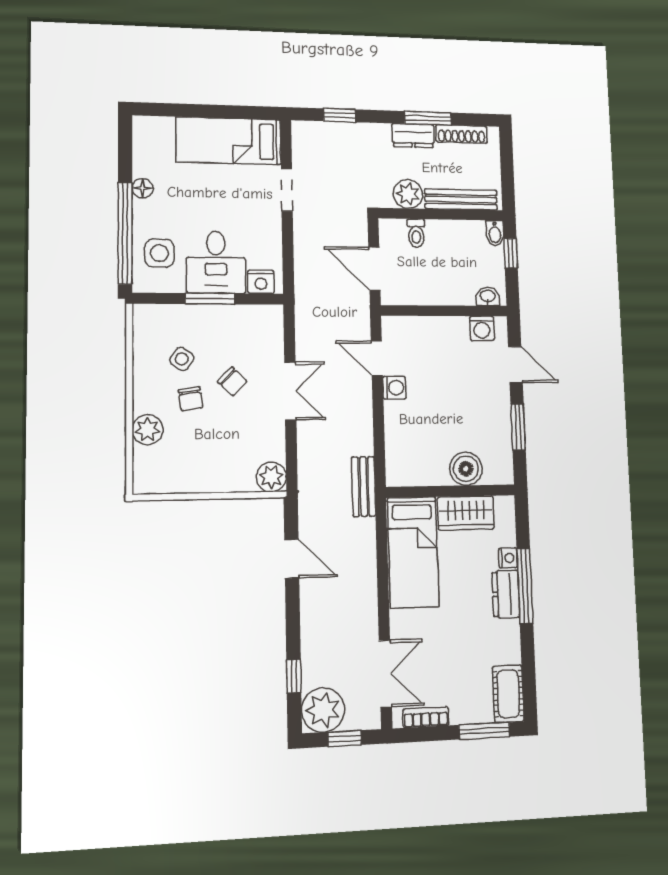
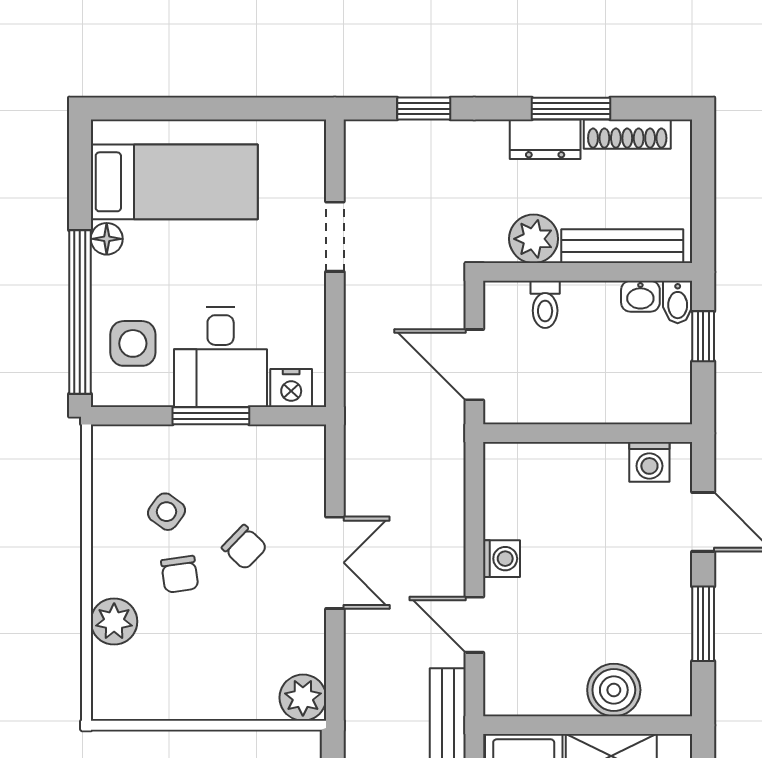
bed: (229, 141) -> (174, 182), moved, turned 180
washbasin: (488, 296) -> (640, 296), moved, turned 180
door: (377, 358) -> (474, 625), moved

